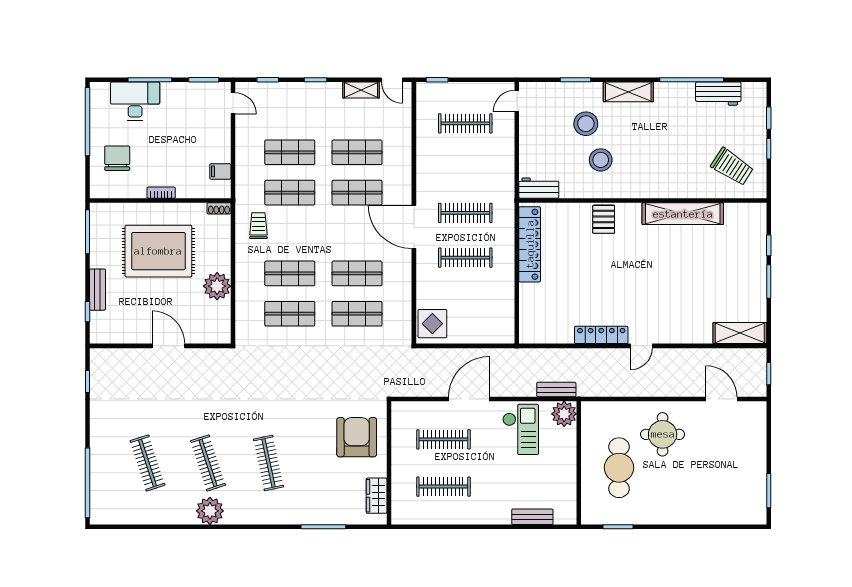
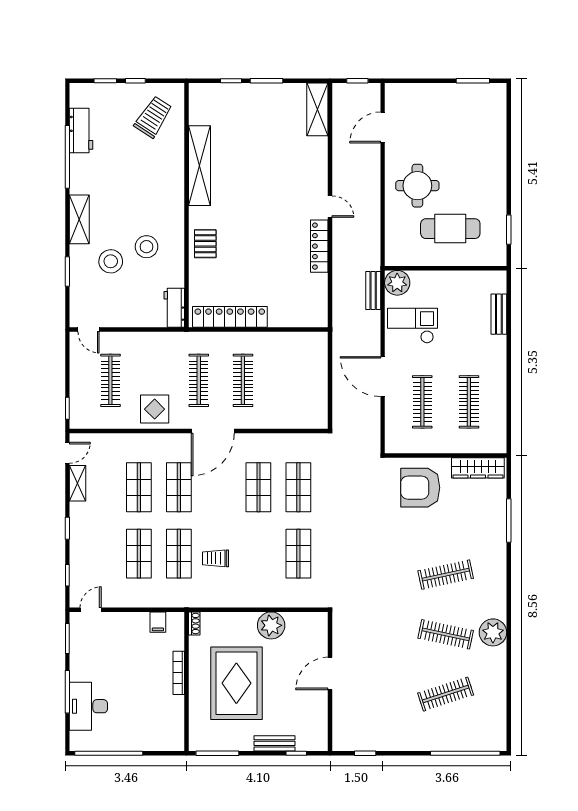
chair: (117, 158) -> (145, 724), removed
bookcase: (161, 193) -> (179, 673), width x1.56
pallet: (604, 219) -> (205, 244), turned 90
trolley: (258, 226) -> (215, 558), moved
shop shelf: (290, 273) -> (258, 554), removed
display table: (432, 324) -> (155, 409), moved
clothes rail: (208, 463) -> (446, 634), turned 30
wardrobe: (377, 496) -> (478, 468), width x1.50

